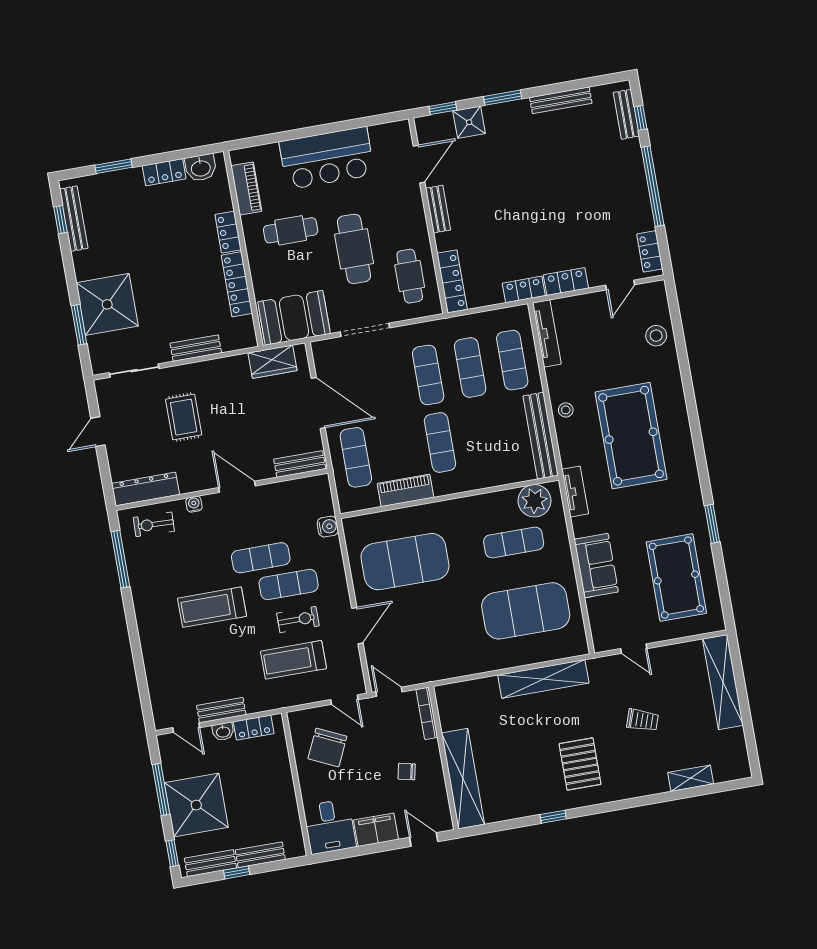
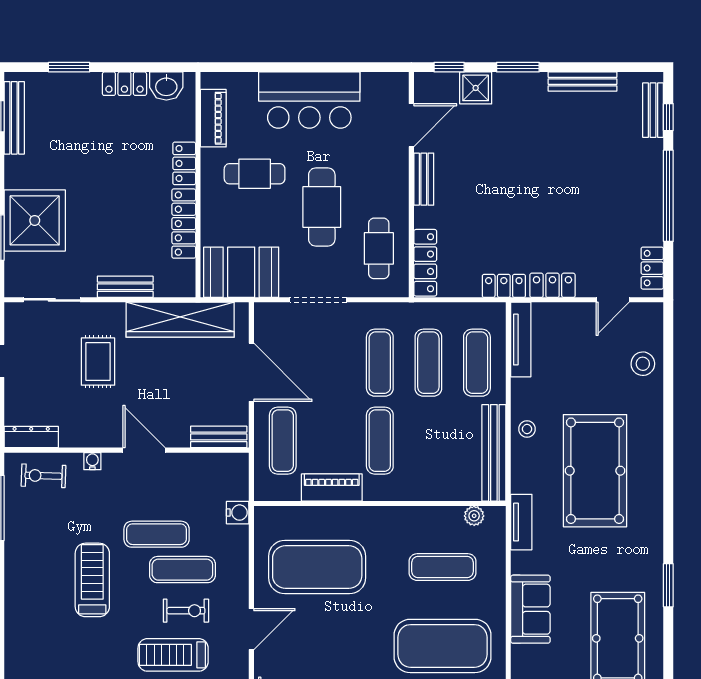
wardrobe: (273, 362) -> (180, 320), width x2.10, depth x1.17
dresser: (145, 489) -> (31, 437), width x0.73, depth x0.80
plant: (534, 501) -> (474, 516), width x0.53, depth x0.53
treadmill: (212, 607) -> (92, 580), turned 90

